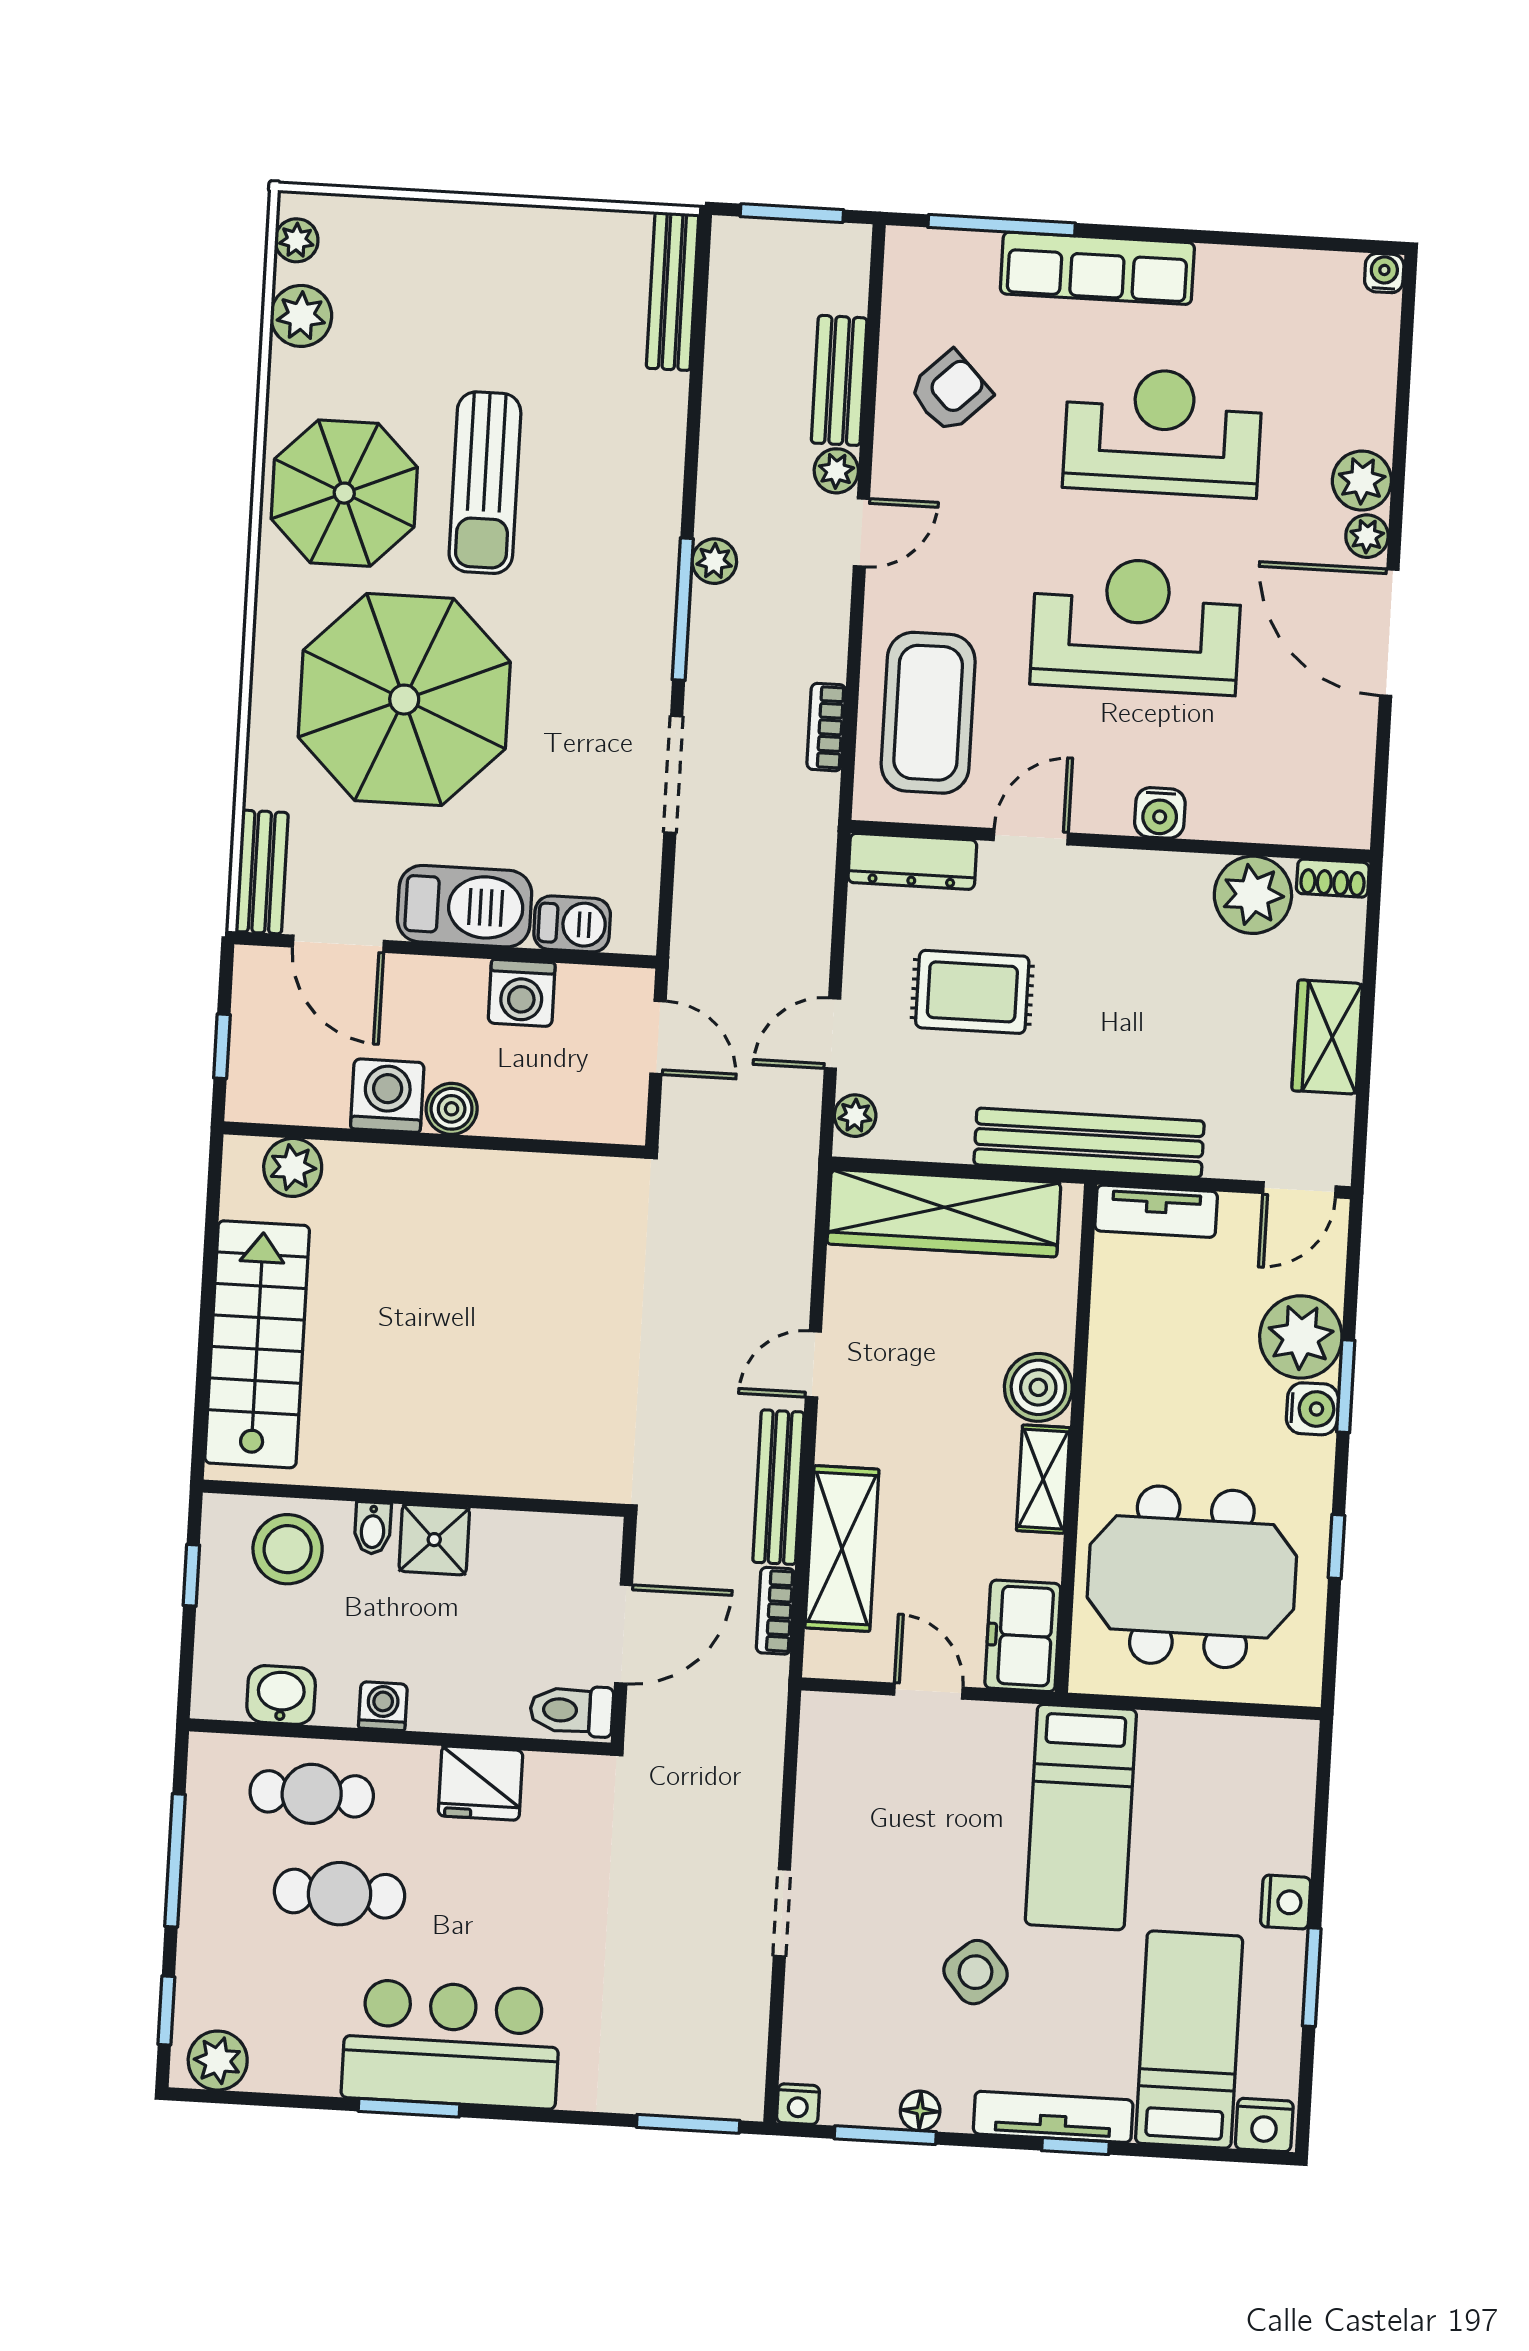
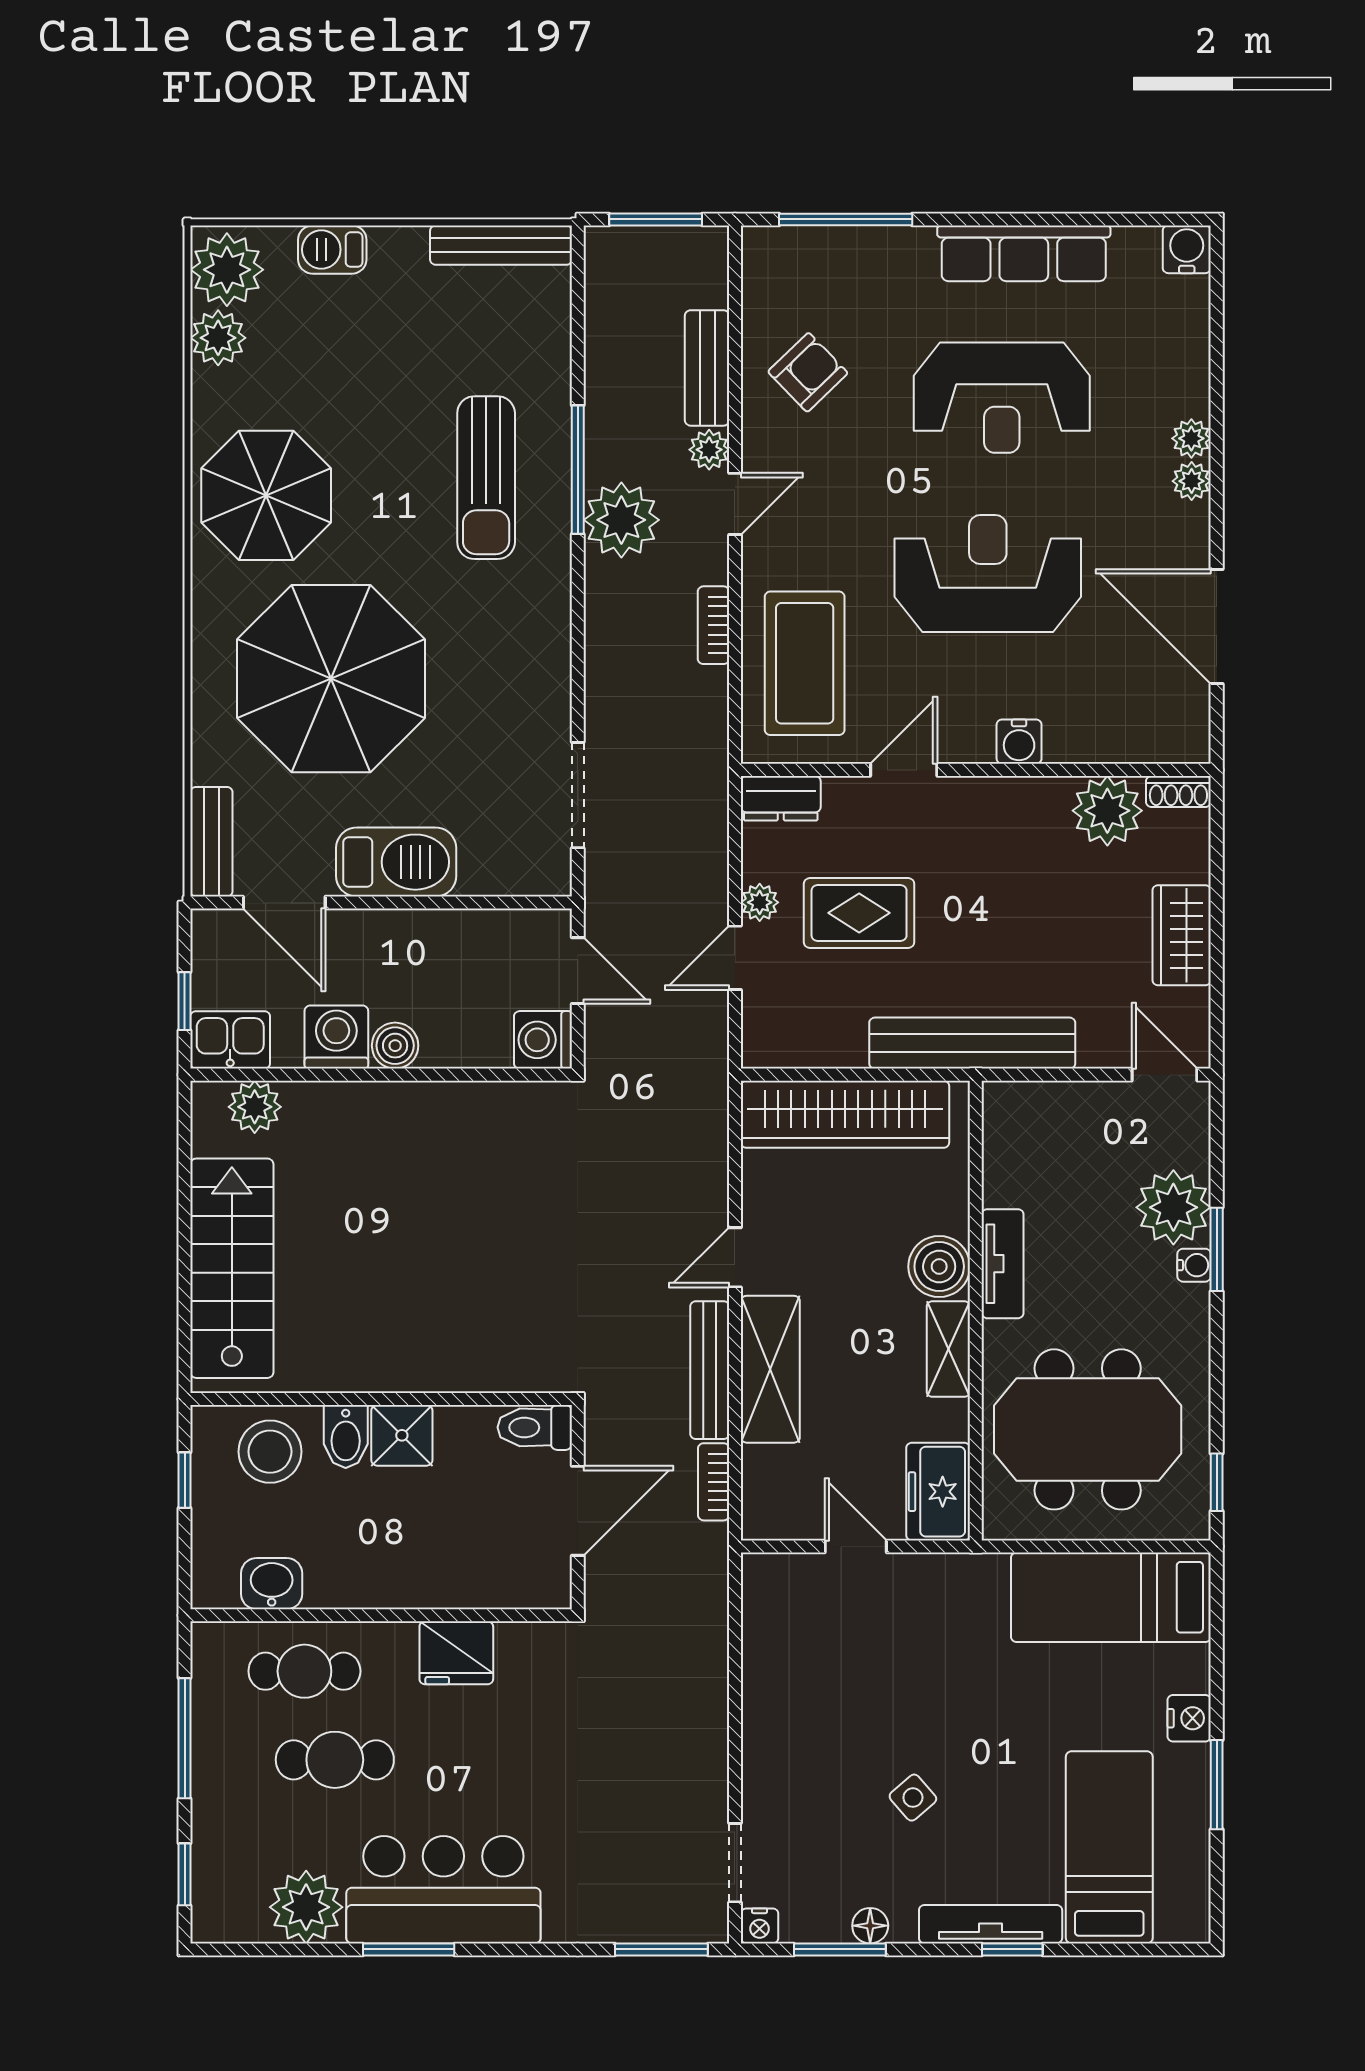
plant: (296, 240) -> (227, 270), width x1.88, depth x1.88
row of seats: (1097, 268) -> (1024, 253), moved
water cooler: (1384, 273) -> (1187, 249), width x1.38, depth x1.38
bench: (673, 291) -> (501, 245), moved, turned 90
reception desk: (1163, 432) -> (1002, 398), turned 180
plant: (1362, 481) -> (1191, 438), width x0.73, depth x0.73
sun lounger: (485, 483) -> (486, 478), moved
plant: (714, 561) -> (621, 520), width x1.88, depth x1.88
window: (683, 609) -> (578, 470), moved
door: (1389, 633) -> (1217, 627), moved
bookcase: (826, 727) -> (713, 625), moved
doorway: (673, 774) -> (578, 795), moved
dresser: (912, 861) -> (781, 798), width x0.70
barbecue: (572, 924) -> (332, 250), moved, turned 180
washing machine: (522, 993) -> (543, 1040), moved, turned 90
kitchen sink: (270, 1092) -> (230, 1040), added
plant: (855, 1116) -> (760, 902), moved
door: (1299, 1190) -> (1165, 1075), swing flipped
tv unit: (1156, 1211) -> (1003, 1264), moved, turned -90
water cooler: (1312, 1409) -> (1194, 1265), width x0.72, depth x0.72
bidet: (373, 1528) -> (346, 1436), width x1.38, depth x1.36
window: (1337, 1547) -> (1217, 1482), moved
shelving: (842, 1548) -> (770, 1369), moved
washing machine: (383, 1706) -> (364, 1588), removed
toilet: (572, 1711) -> (535, 1427), moved
bed: (1081, 1817) -> (1111, 1597), moved, turned 90
doorway: (782, 1913) -> (735, 1863), moved
side table: (976, 1972) -> (913, 1798), width x0.73, depth x0.73
plant: (218, 2061) -> (306, 1907), moved, width x1.36, depth x1.36
nightstand: (1264, 2125) -> (1182, 1921), removed

